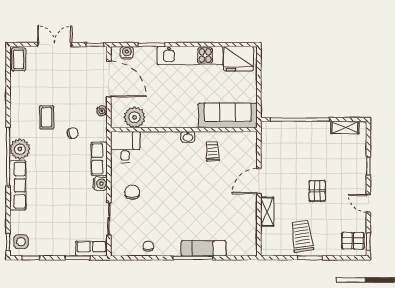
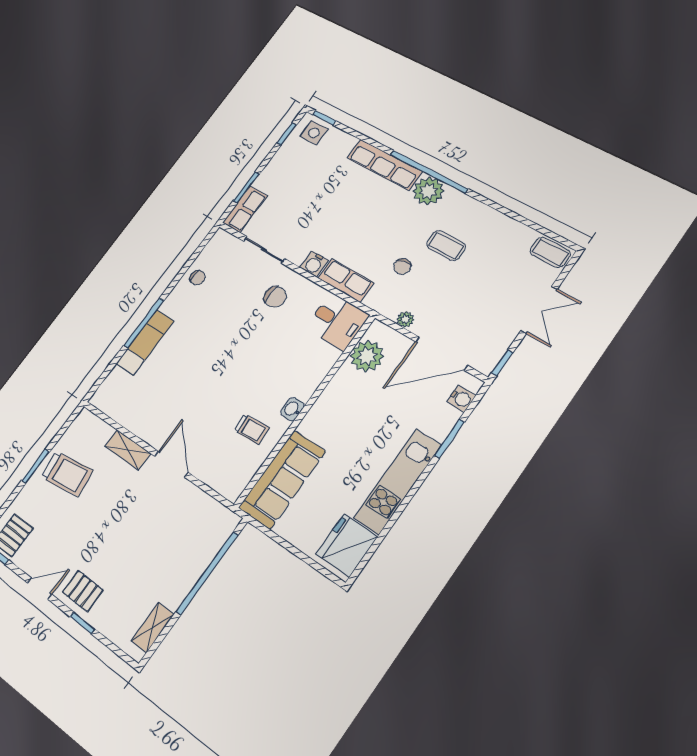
pallet: (317, 191) -> (83, 591), moved

